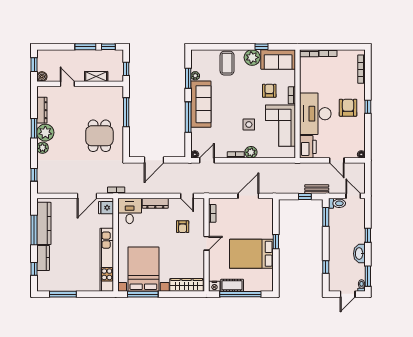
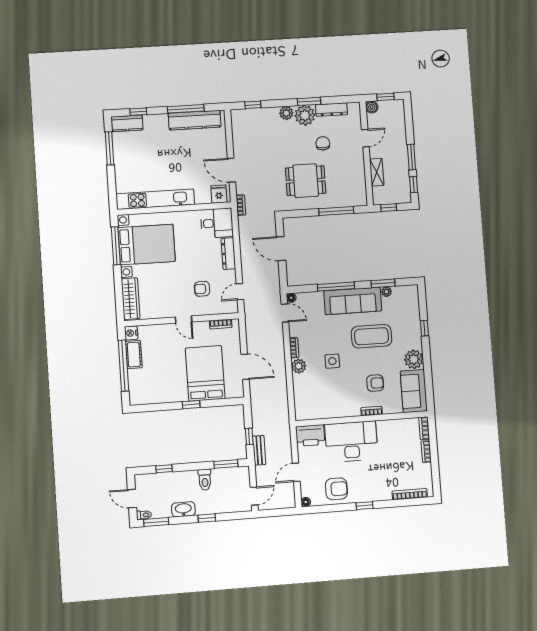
window: (262, 47) -> (424, 328), moved
coffee table: (227, 63) -> (372, 336), moved, width x1.36, depth x1.32
armchair: (348, 108) -> (336, 489), moved
chair: (69, 119) -> (323, 143), added
corner sofa: (280, 126) -> (334, 400), removed
toilet: (337, 203) -> (205, 480), moved
bed: (251, 254) -> (205, 373), moved
kitchen counter: (43, 258) -> (127, 123), moved

